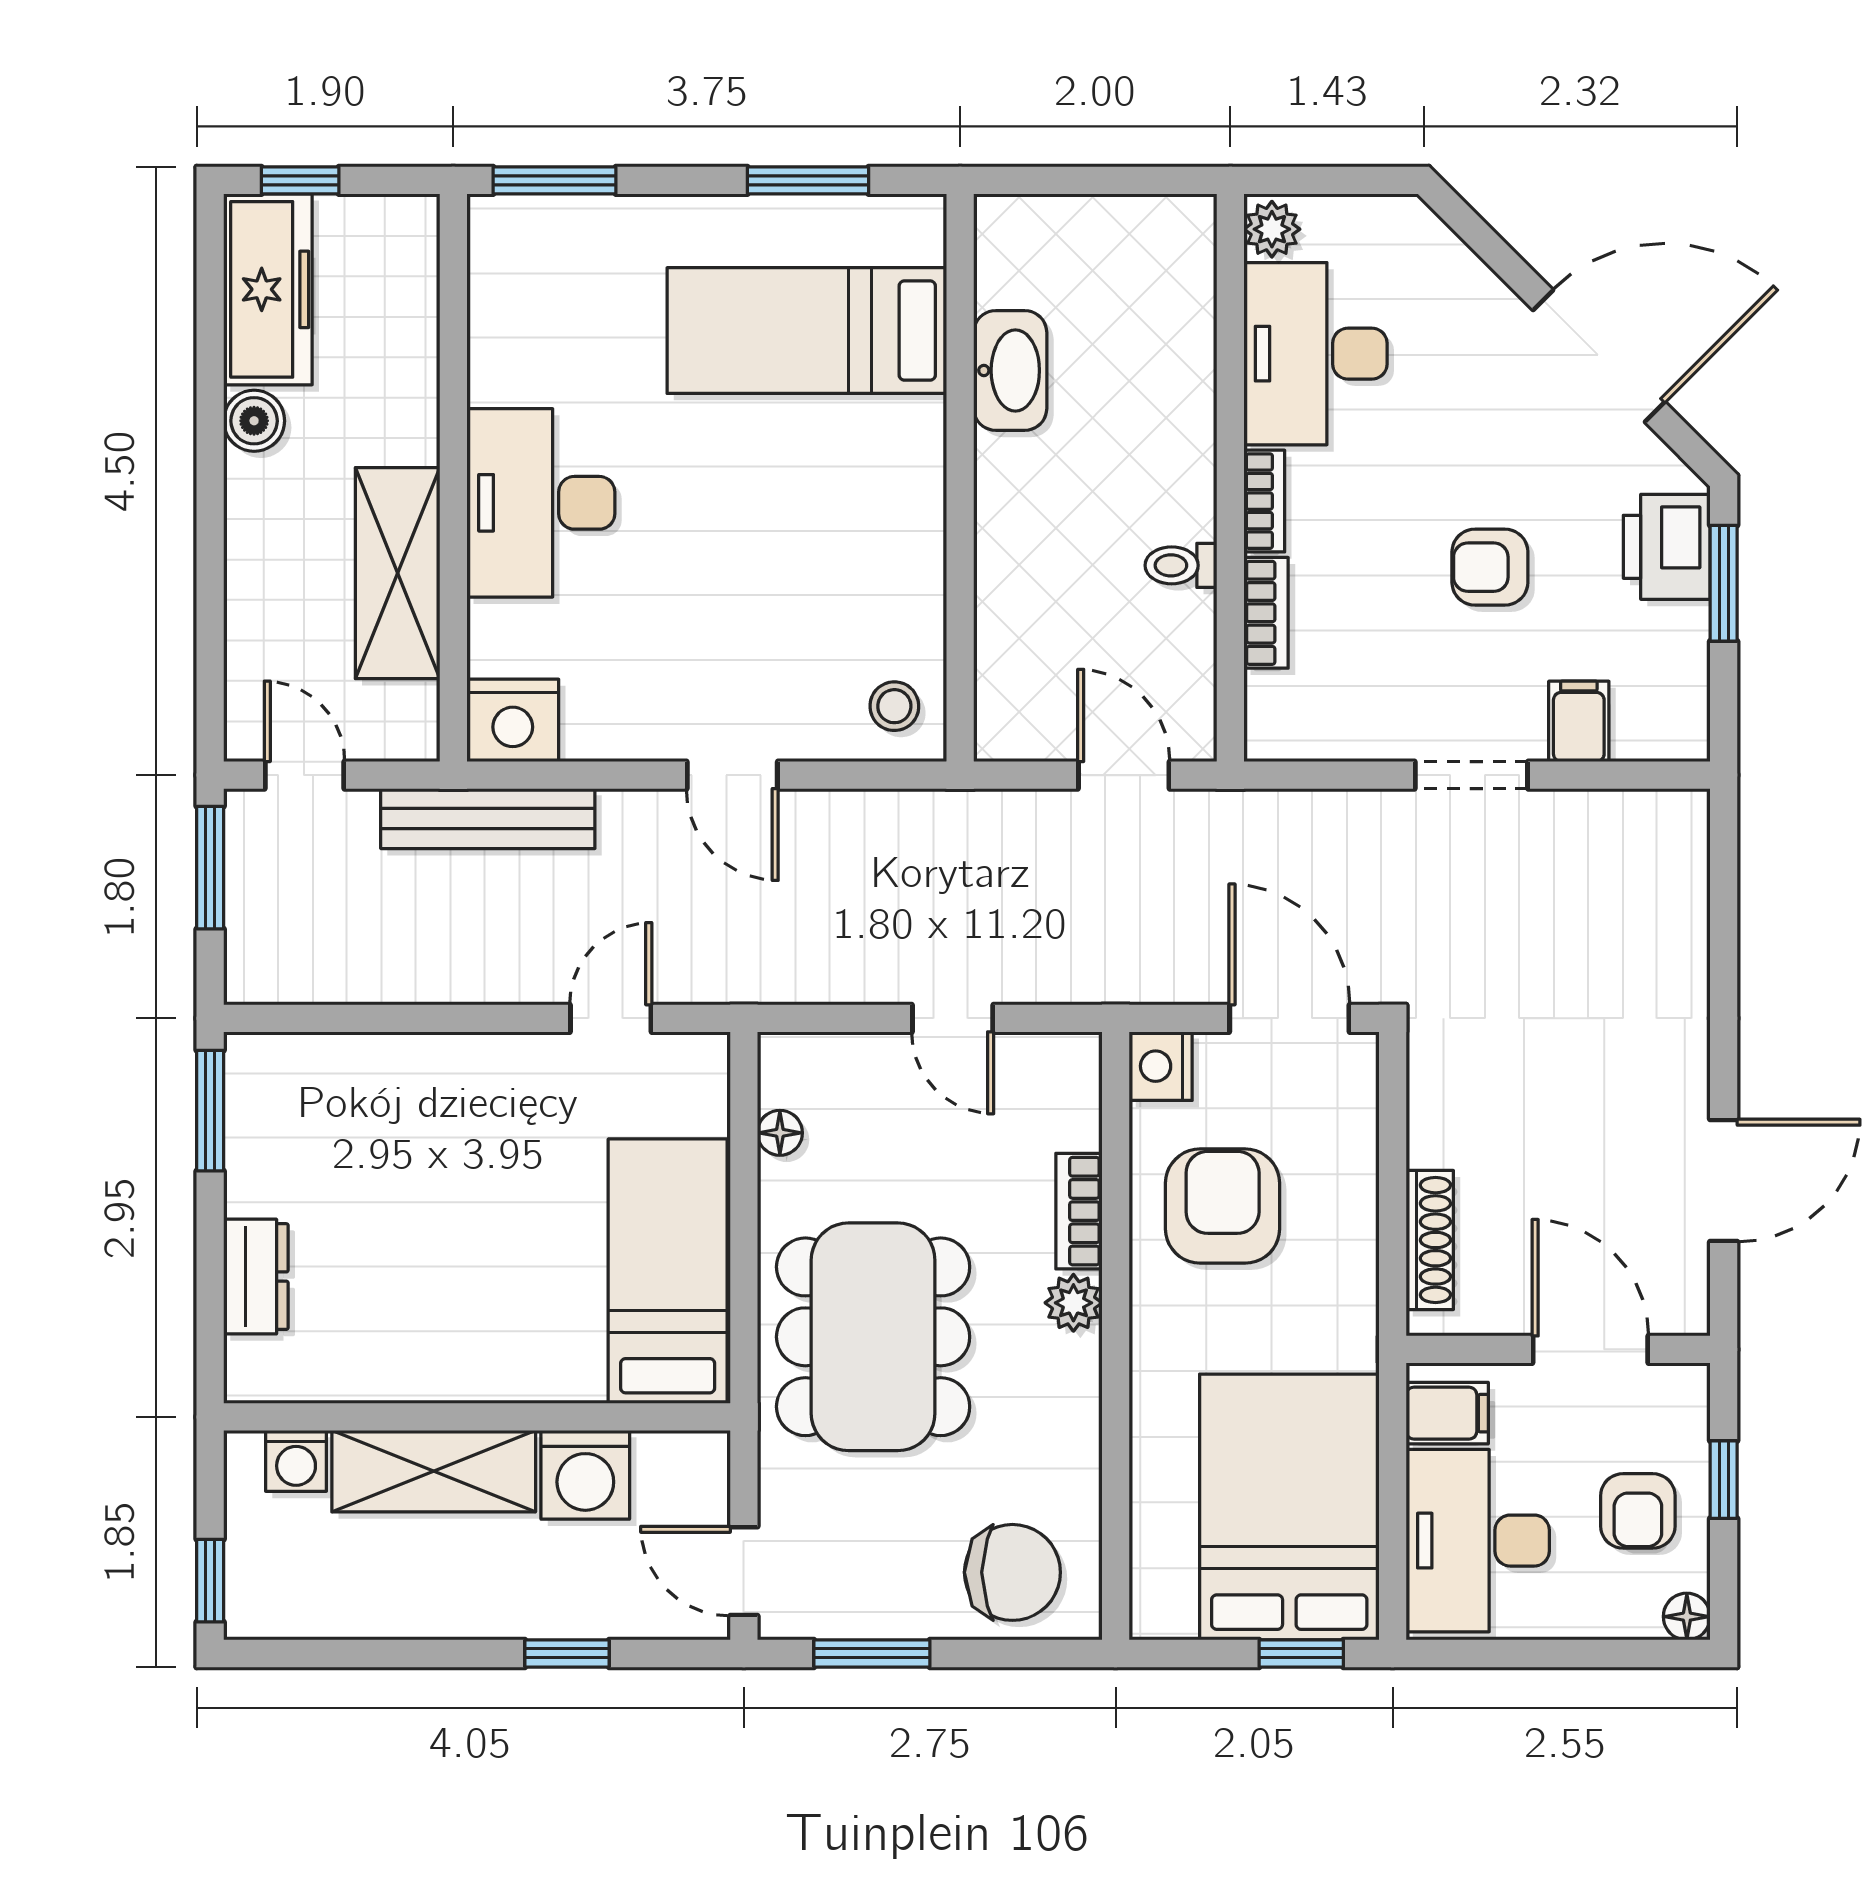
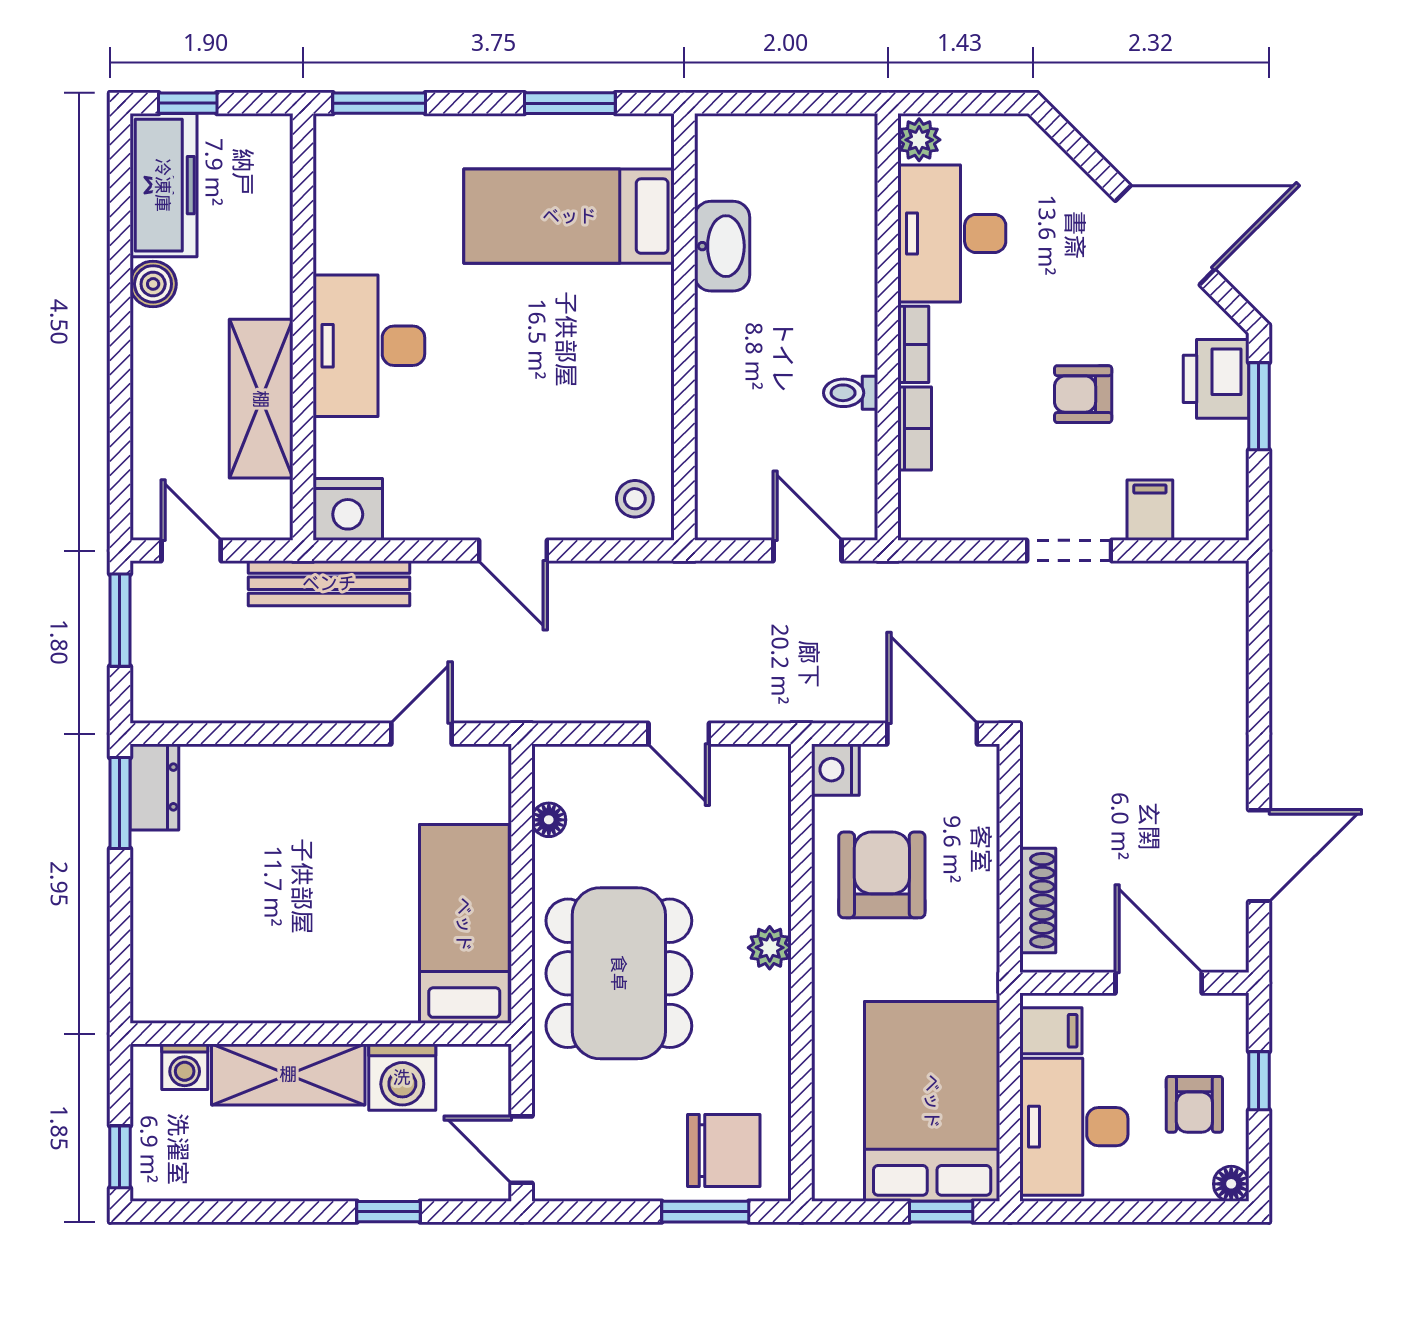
bookcase: (1079, 1211) -> (774, 879), removed
dresser: (256, 1277) -> (154, 787), moved
window: (872, 1653) -> (705, 1212), moved

